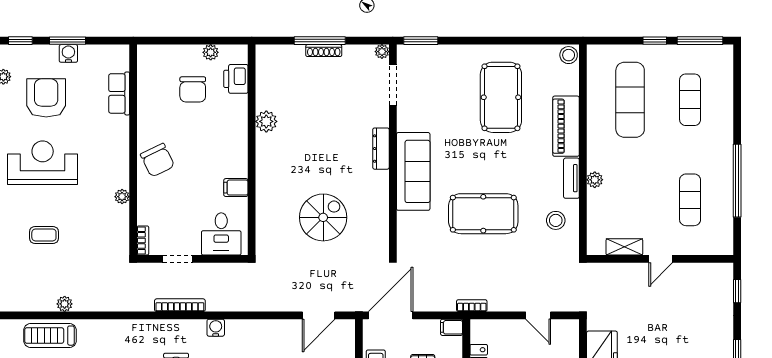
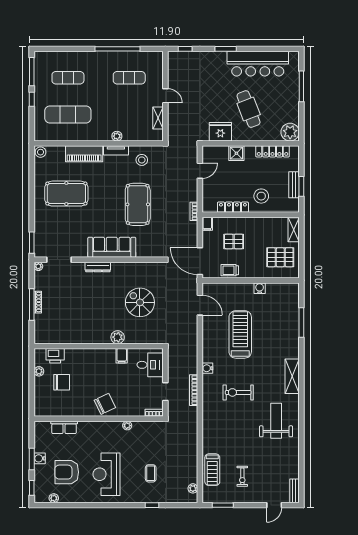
plant: (266, 121) -> (118, 337), moved
plant: (65, 304) -> (193, 488), moved

